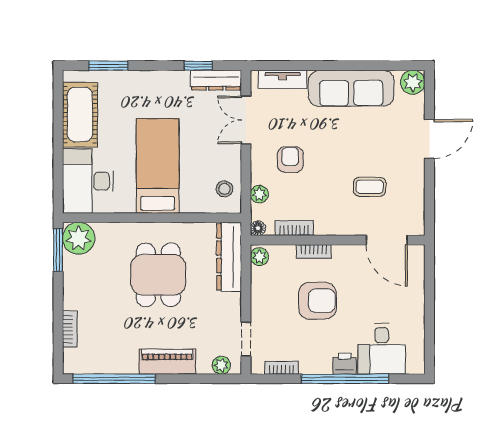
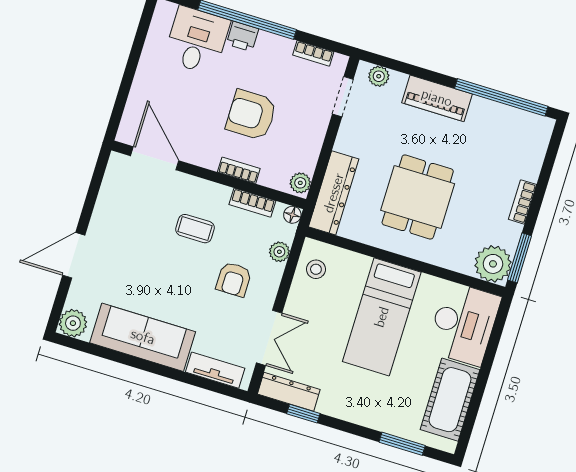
coffee table: (370, 187) -> (195, 229), moved
bookcase: (70, 329) -> (523, 202), moved

